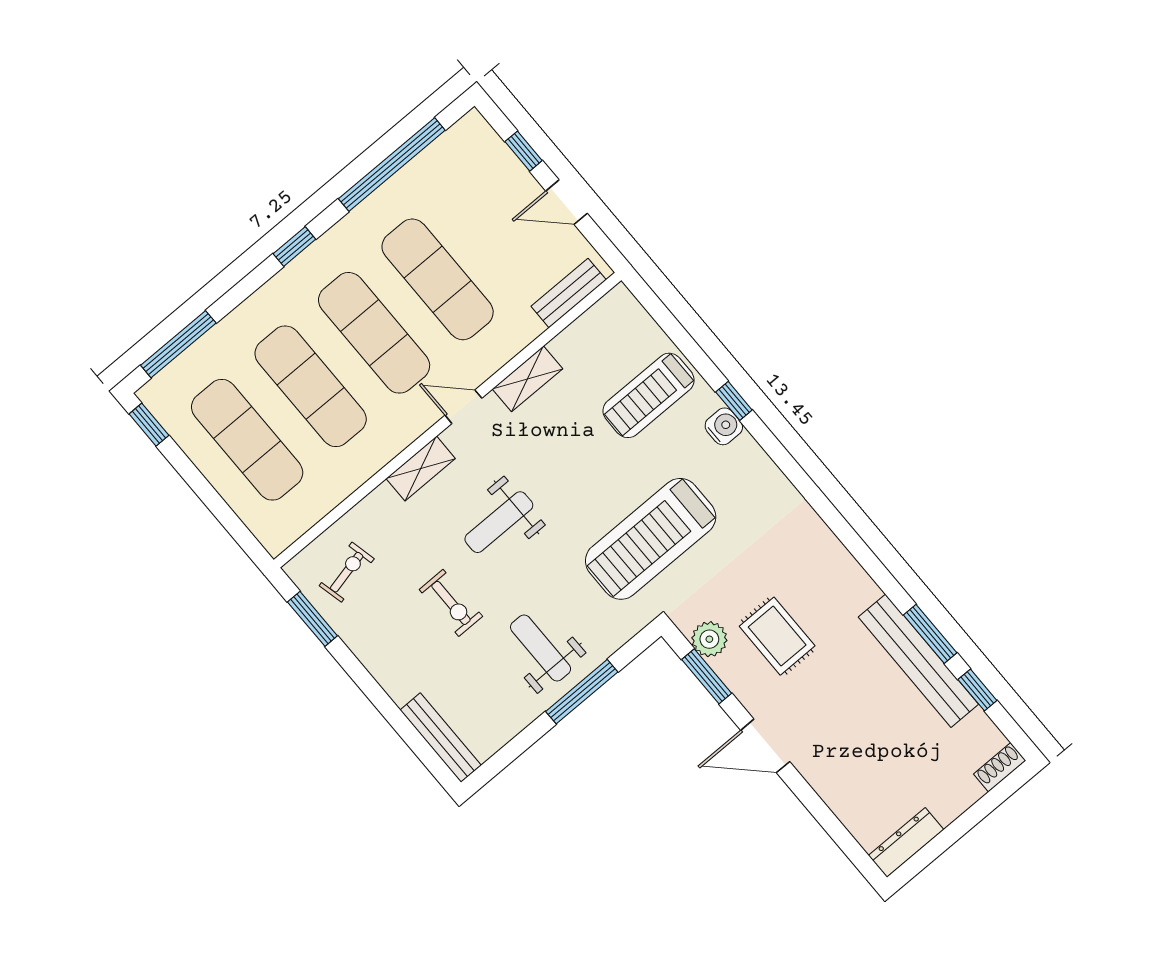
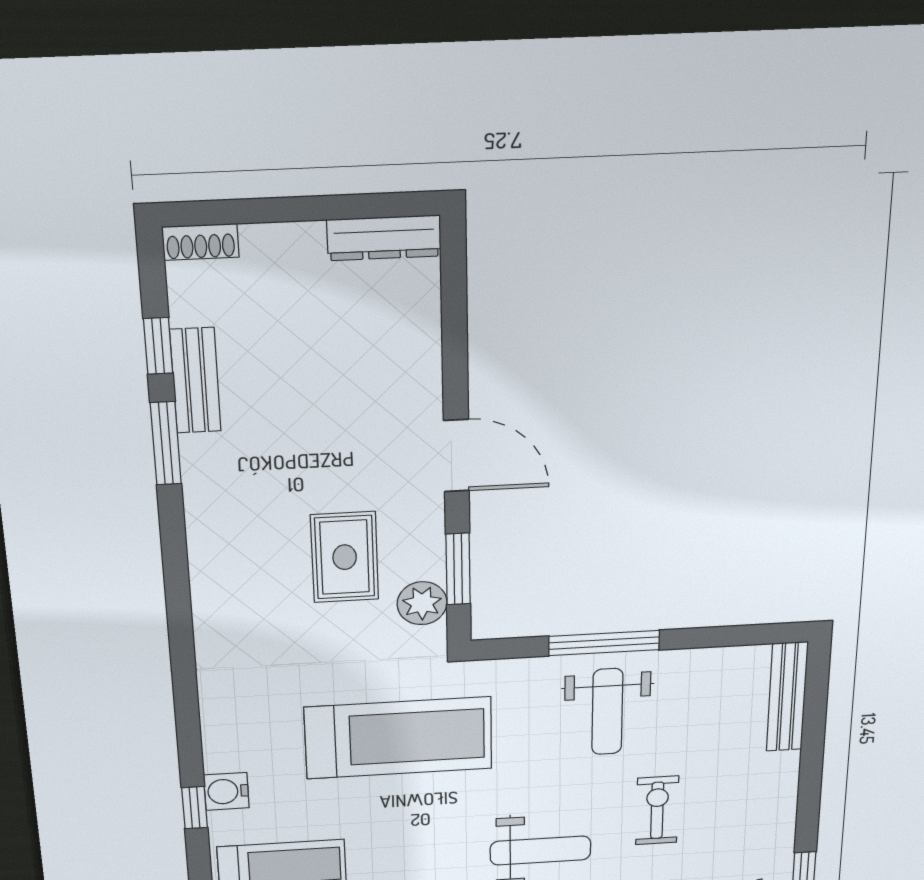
bench: (918, 661) -> (195, 381), width x0.54, depth x0.82

